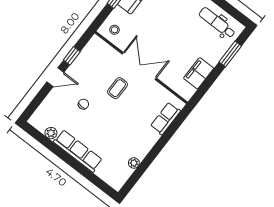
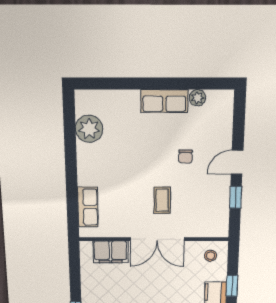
filing cabinet: (199, 73) -> (110, 252), moved, turned 90
row of seats: (78, 151) -> (164, 101), width x0.68
plant: (134, 163) -> (89, 129), width x1.88, depth x1.88

